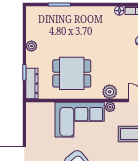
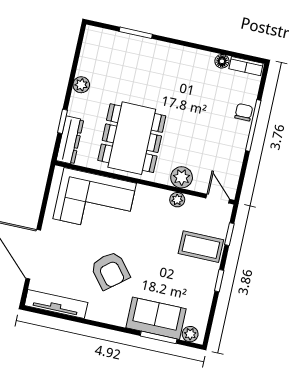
dining table: (72, 73) -> (132, 138), width x1.38
corner sofa: (80, 120) -> (95, 201), moved

